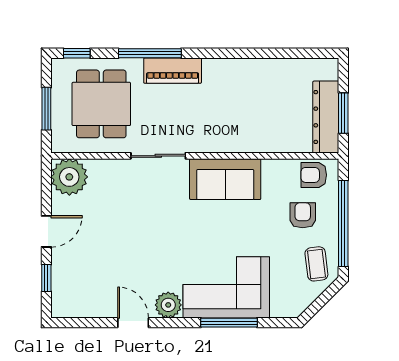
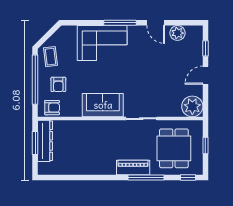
window: (46, 109) -> (205, 146), width x0.67
plant: (168, 305) -> (178, 33), moved
window: (229, 323) -> (120, 23), moved

